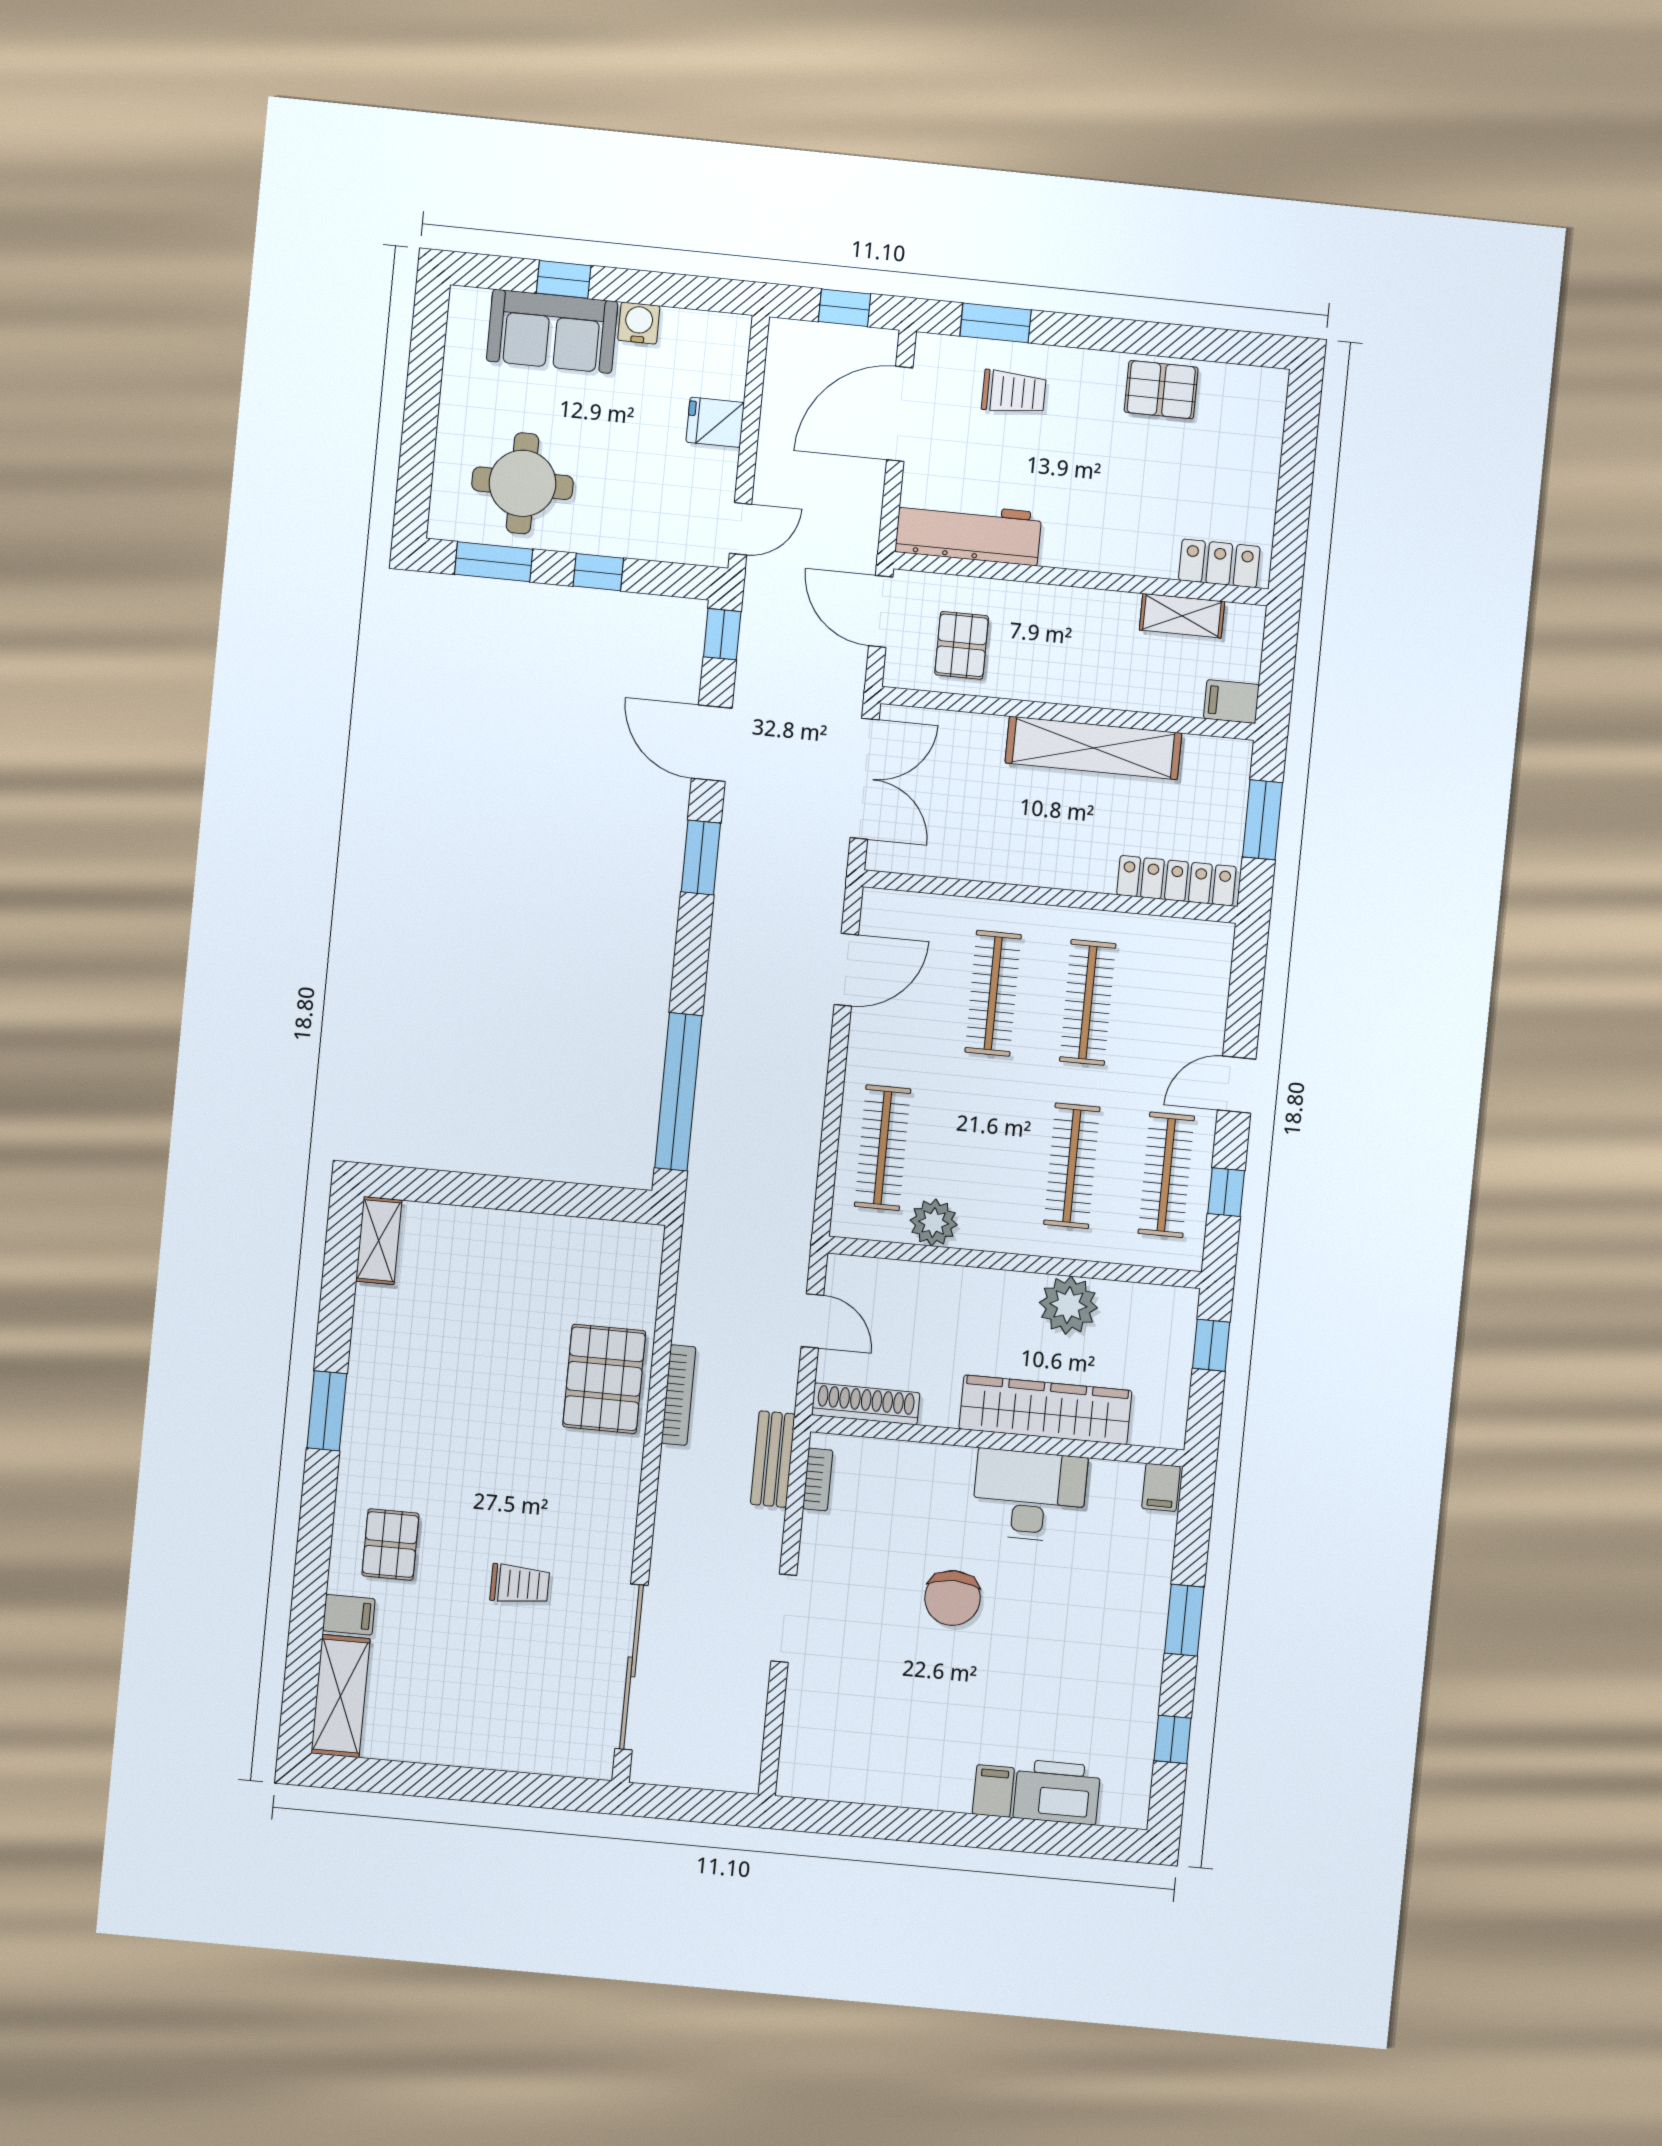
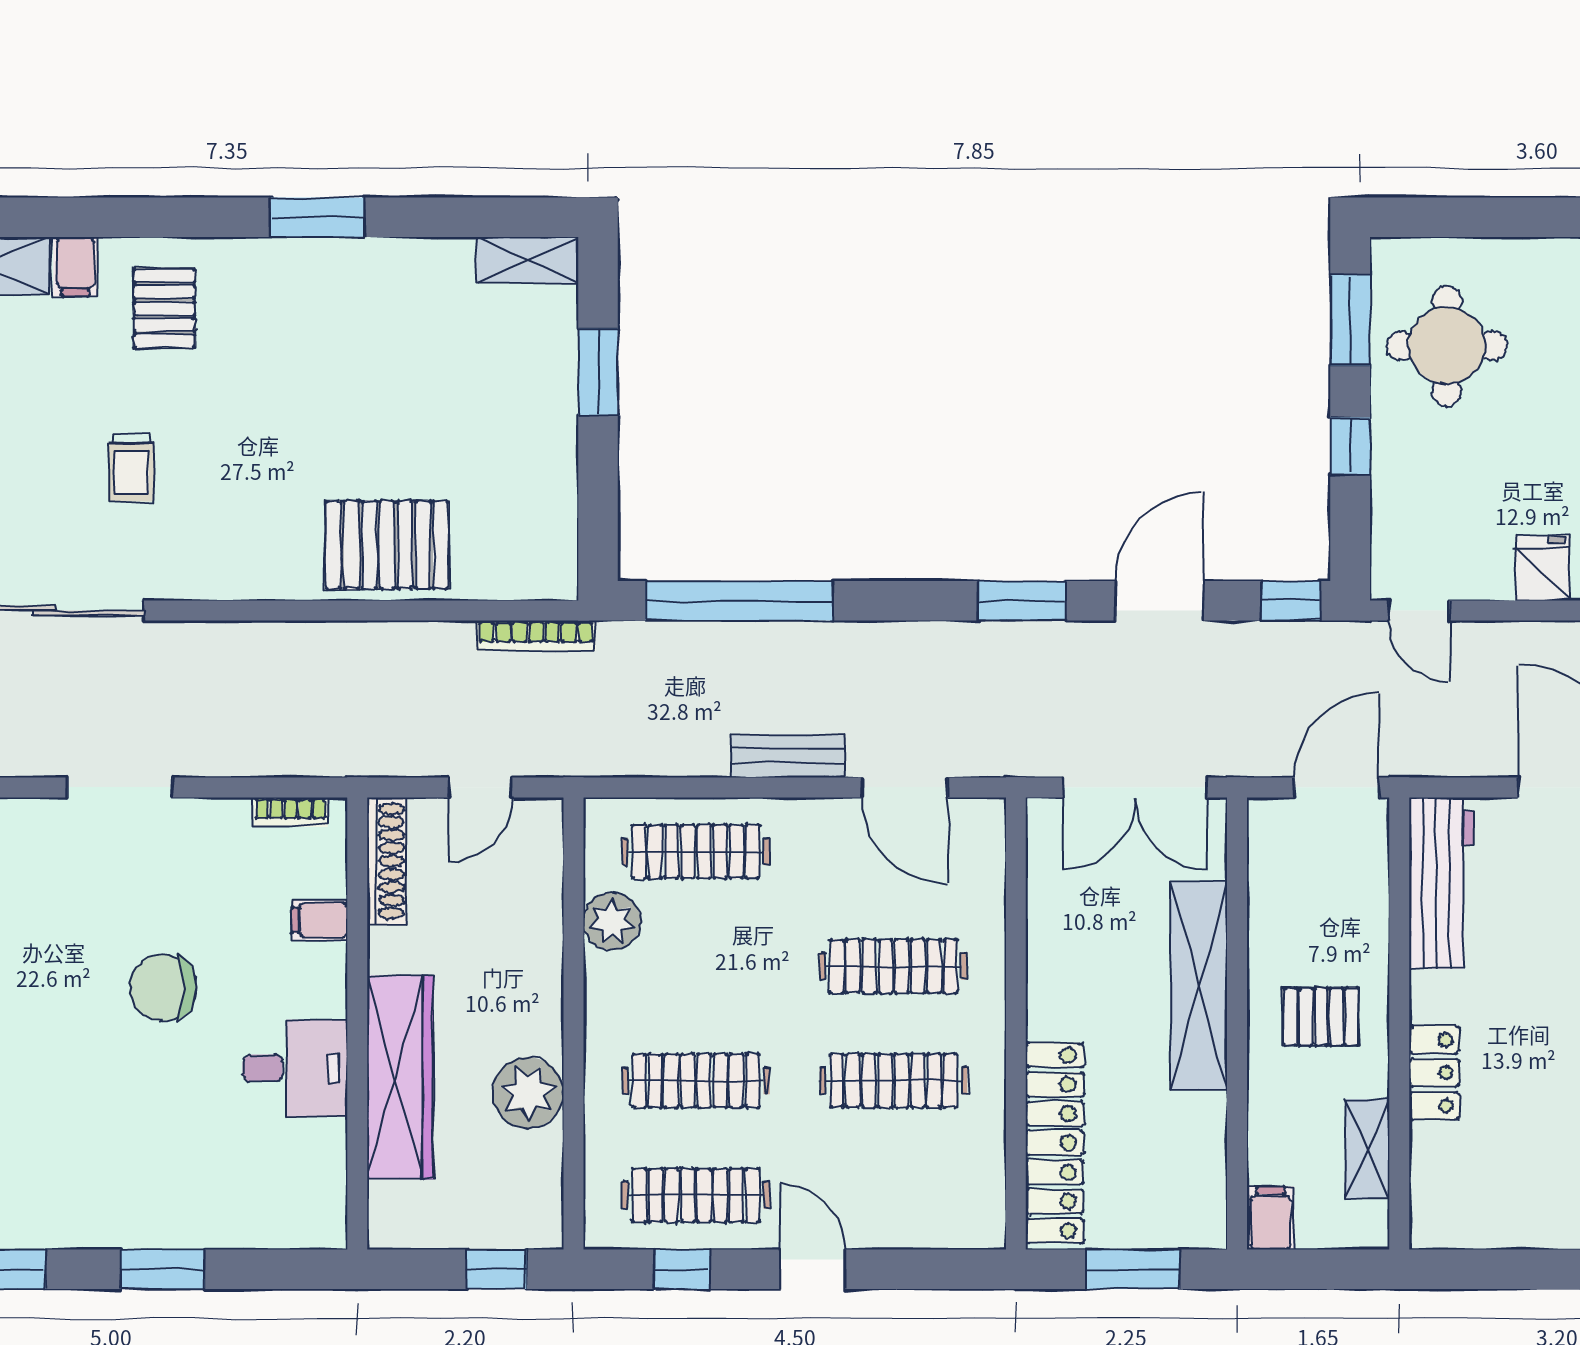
locker: (1219, 563) -> (1434, 1073), moved
pallet: (962, 645) -> (1321, 1017), moved
shelving: (1093, 748) -> (1199, 985), moved
locker: (1176, 881) -> (1055, 1143), width x1.41, depth x1.21
window: (477, 1191) -> (598, 372), added
bookcase: (679, 1395) -> (536, 636), moved
bench: (773, 1459) -> (788, 756), moved
filing cabinet: (1161, 1487) -> (320, 920), moved
desk: (1029, 1496) -> (295, 1068), width x0.73
pallet: (390, 1545) -> (165, 308), turned 90

